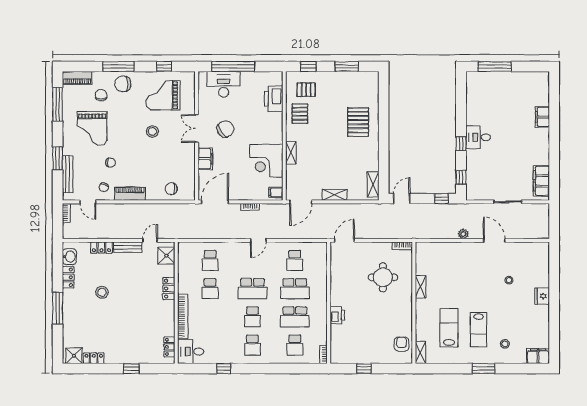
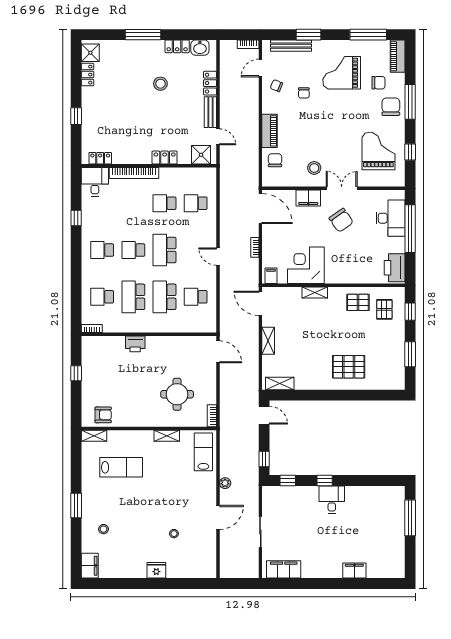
printer: (274, 99) -> (395, 268), moved, turned -90
stool: (152, 131) -> (314, 168), moved
piano: (130, 194) -> (269, 131), moved
lab bench: (479, 330) -> (203, 452), moved, turned 90

